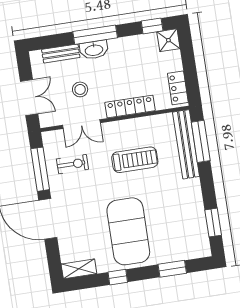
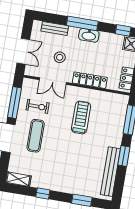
washbasin: (94, 50) -> (89, 35), moved
bench: (186, 144) -> (110, 172), moved
treadmill: (135, 160) -> (81, 117), turned -90
window: (213, 223) -> (124, 156), moved
exercise mat: (128, 231) -> (36, 136), moved, width x0.50, depth x0.69

